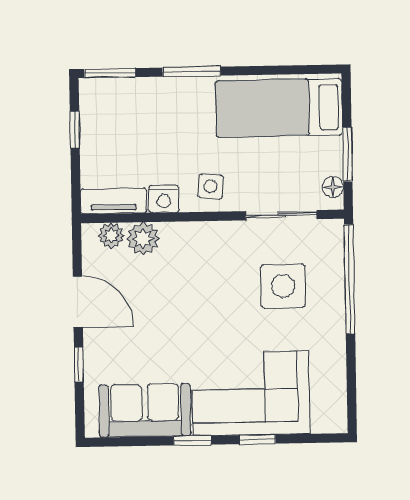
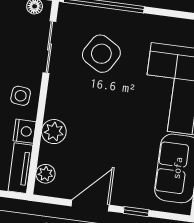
plant: (143, 239) -> (54, 132), moved
side table: (283, 286) -> (101, 54), turned 31

